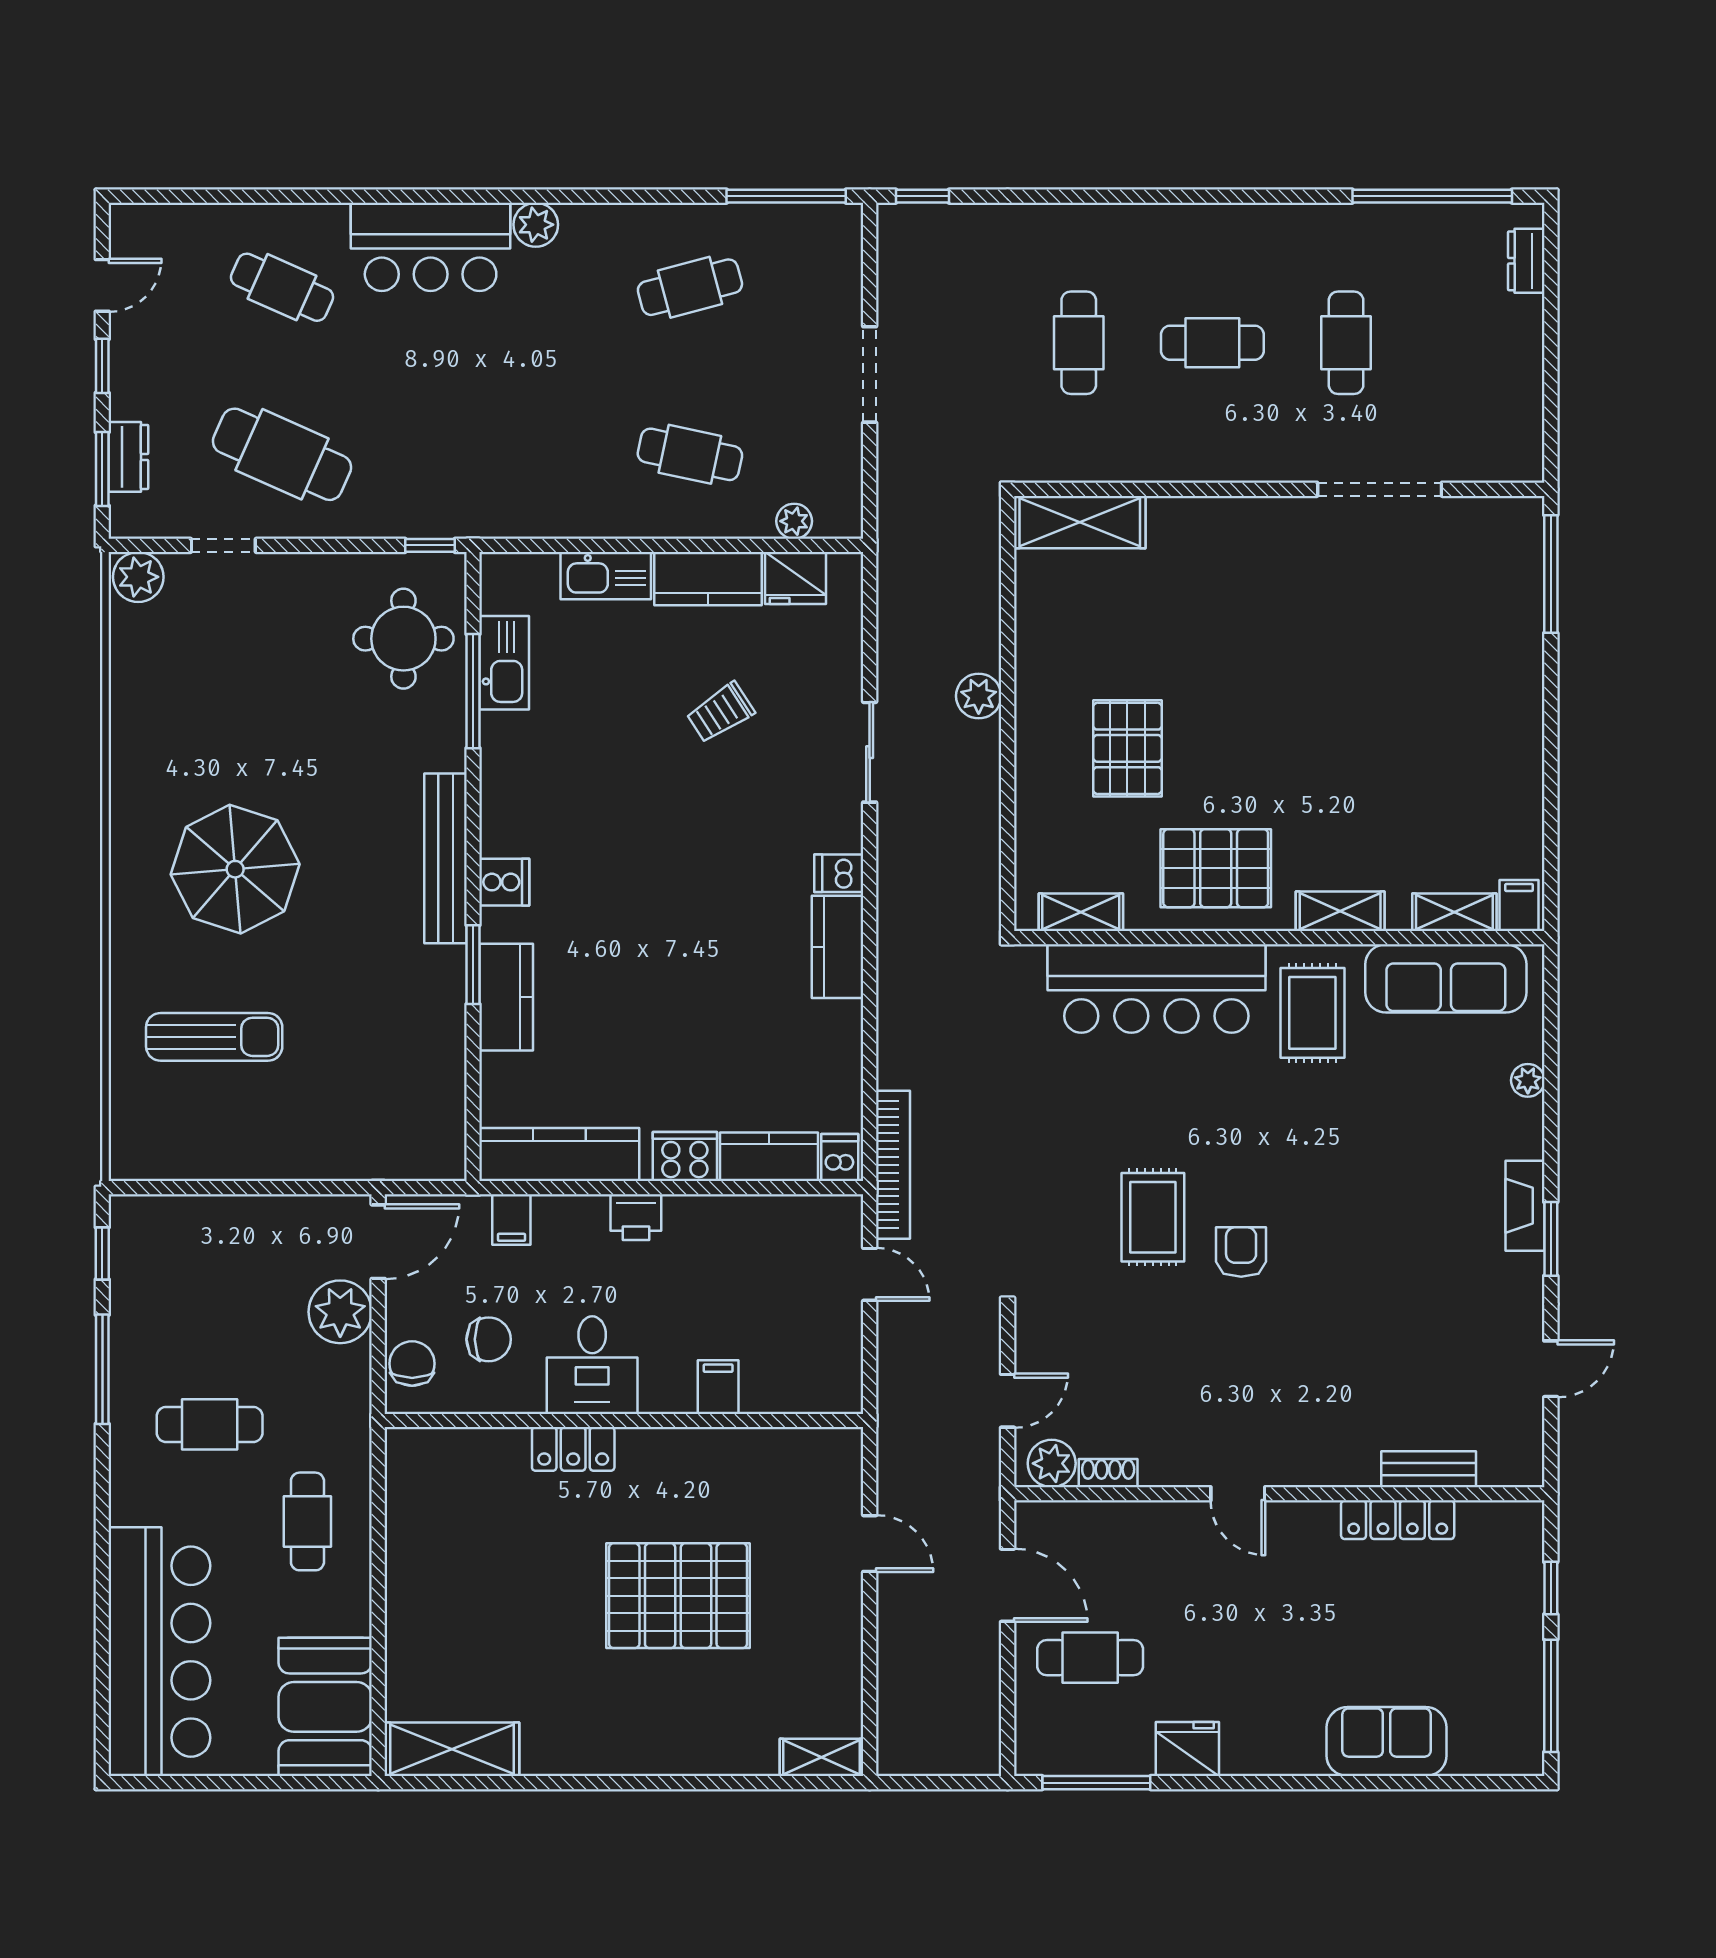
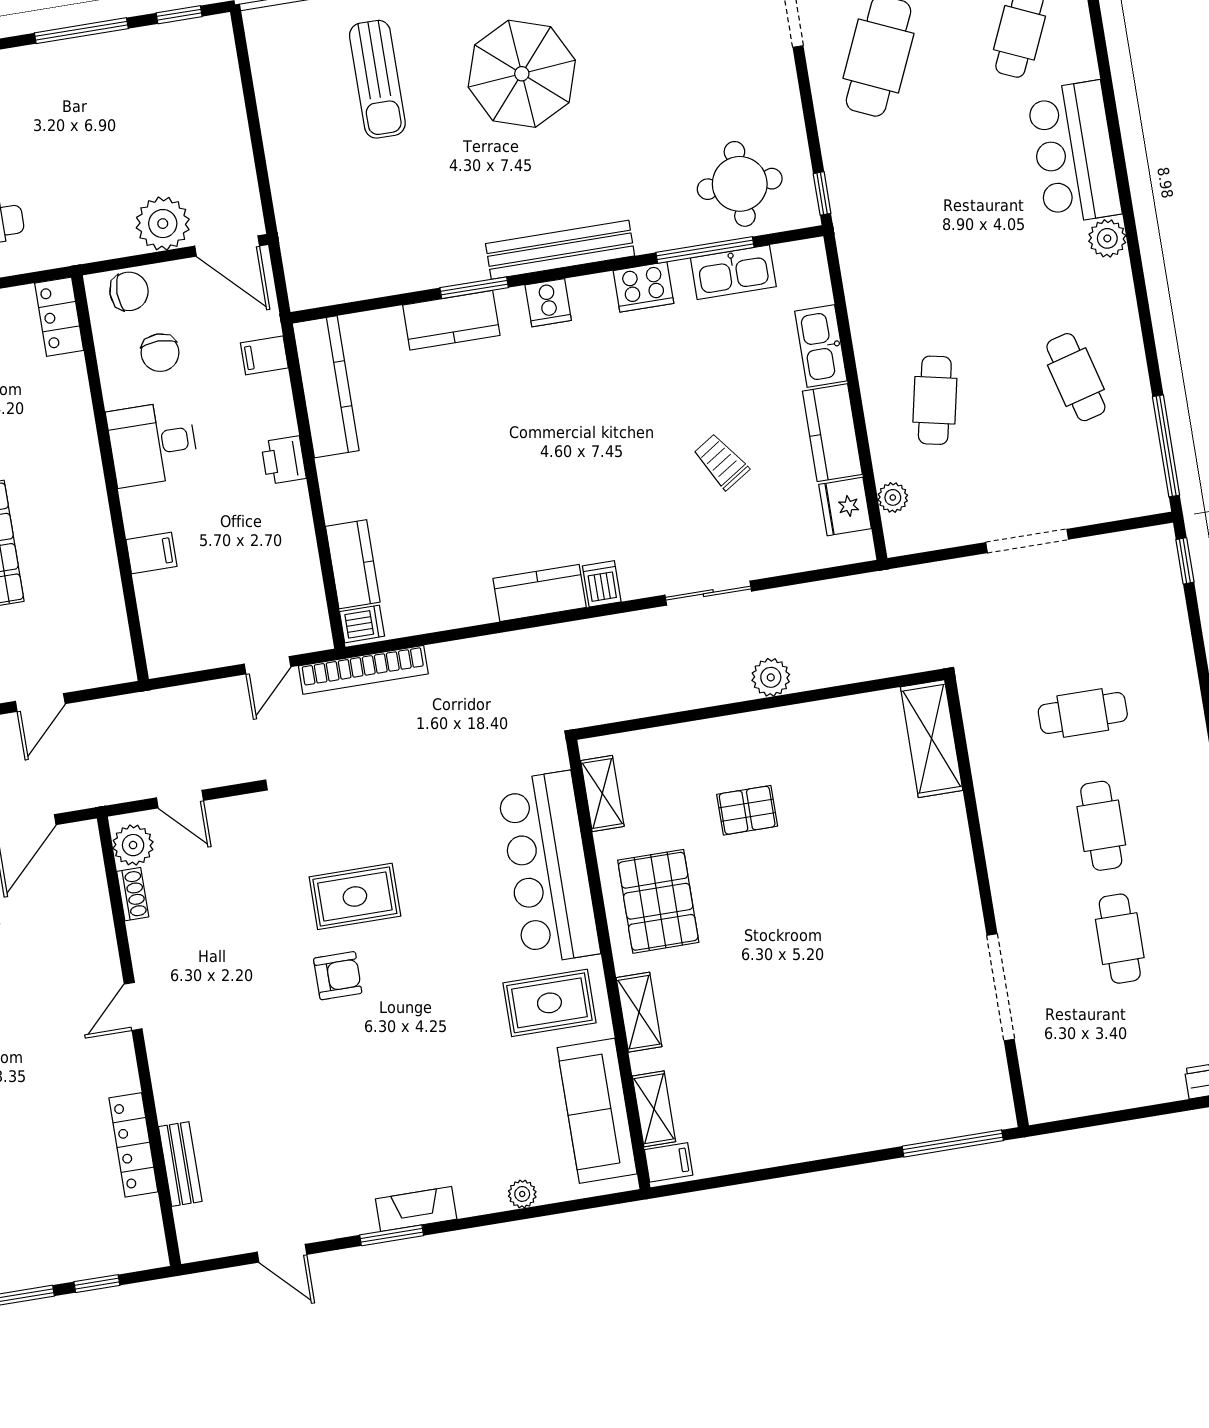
cafe table: (1346, 343) -> (1120, 939), turned 90
pallet: (1127, 748) -> (747, 810), width x0.67, depth x0.71
cooker: (685, 1157) -> (643, 287), moved, turned 90
cafe table: (210, 1424) -> (50, 129), removed
locker: (573, 1449) -> (59, 317), moved

